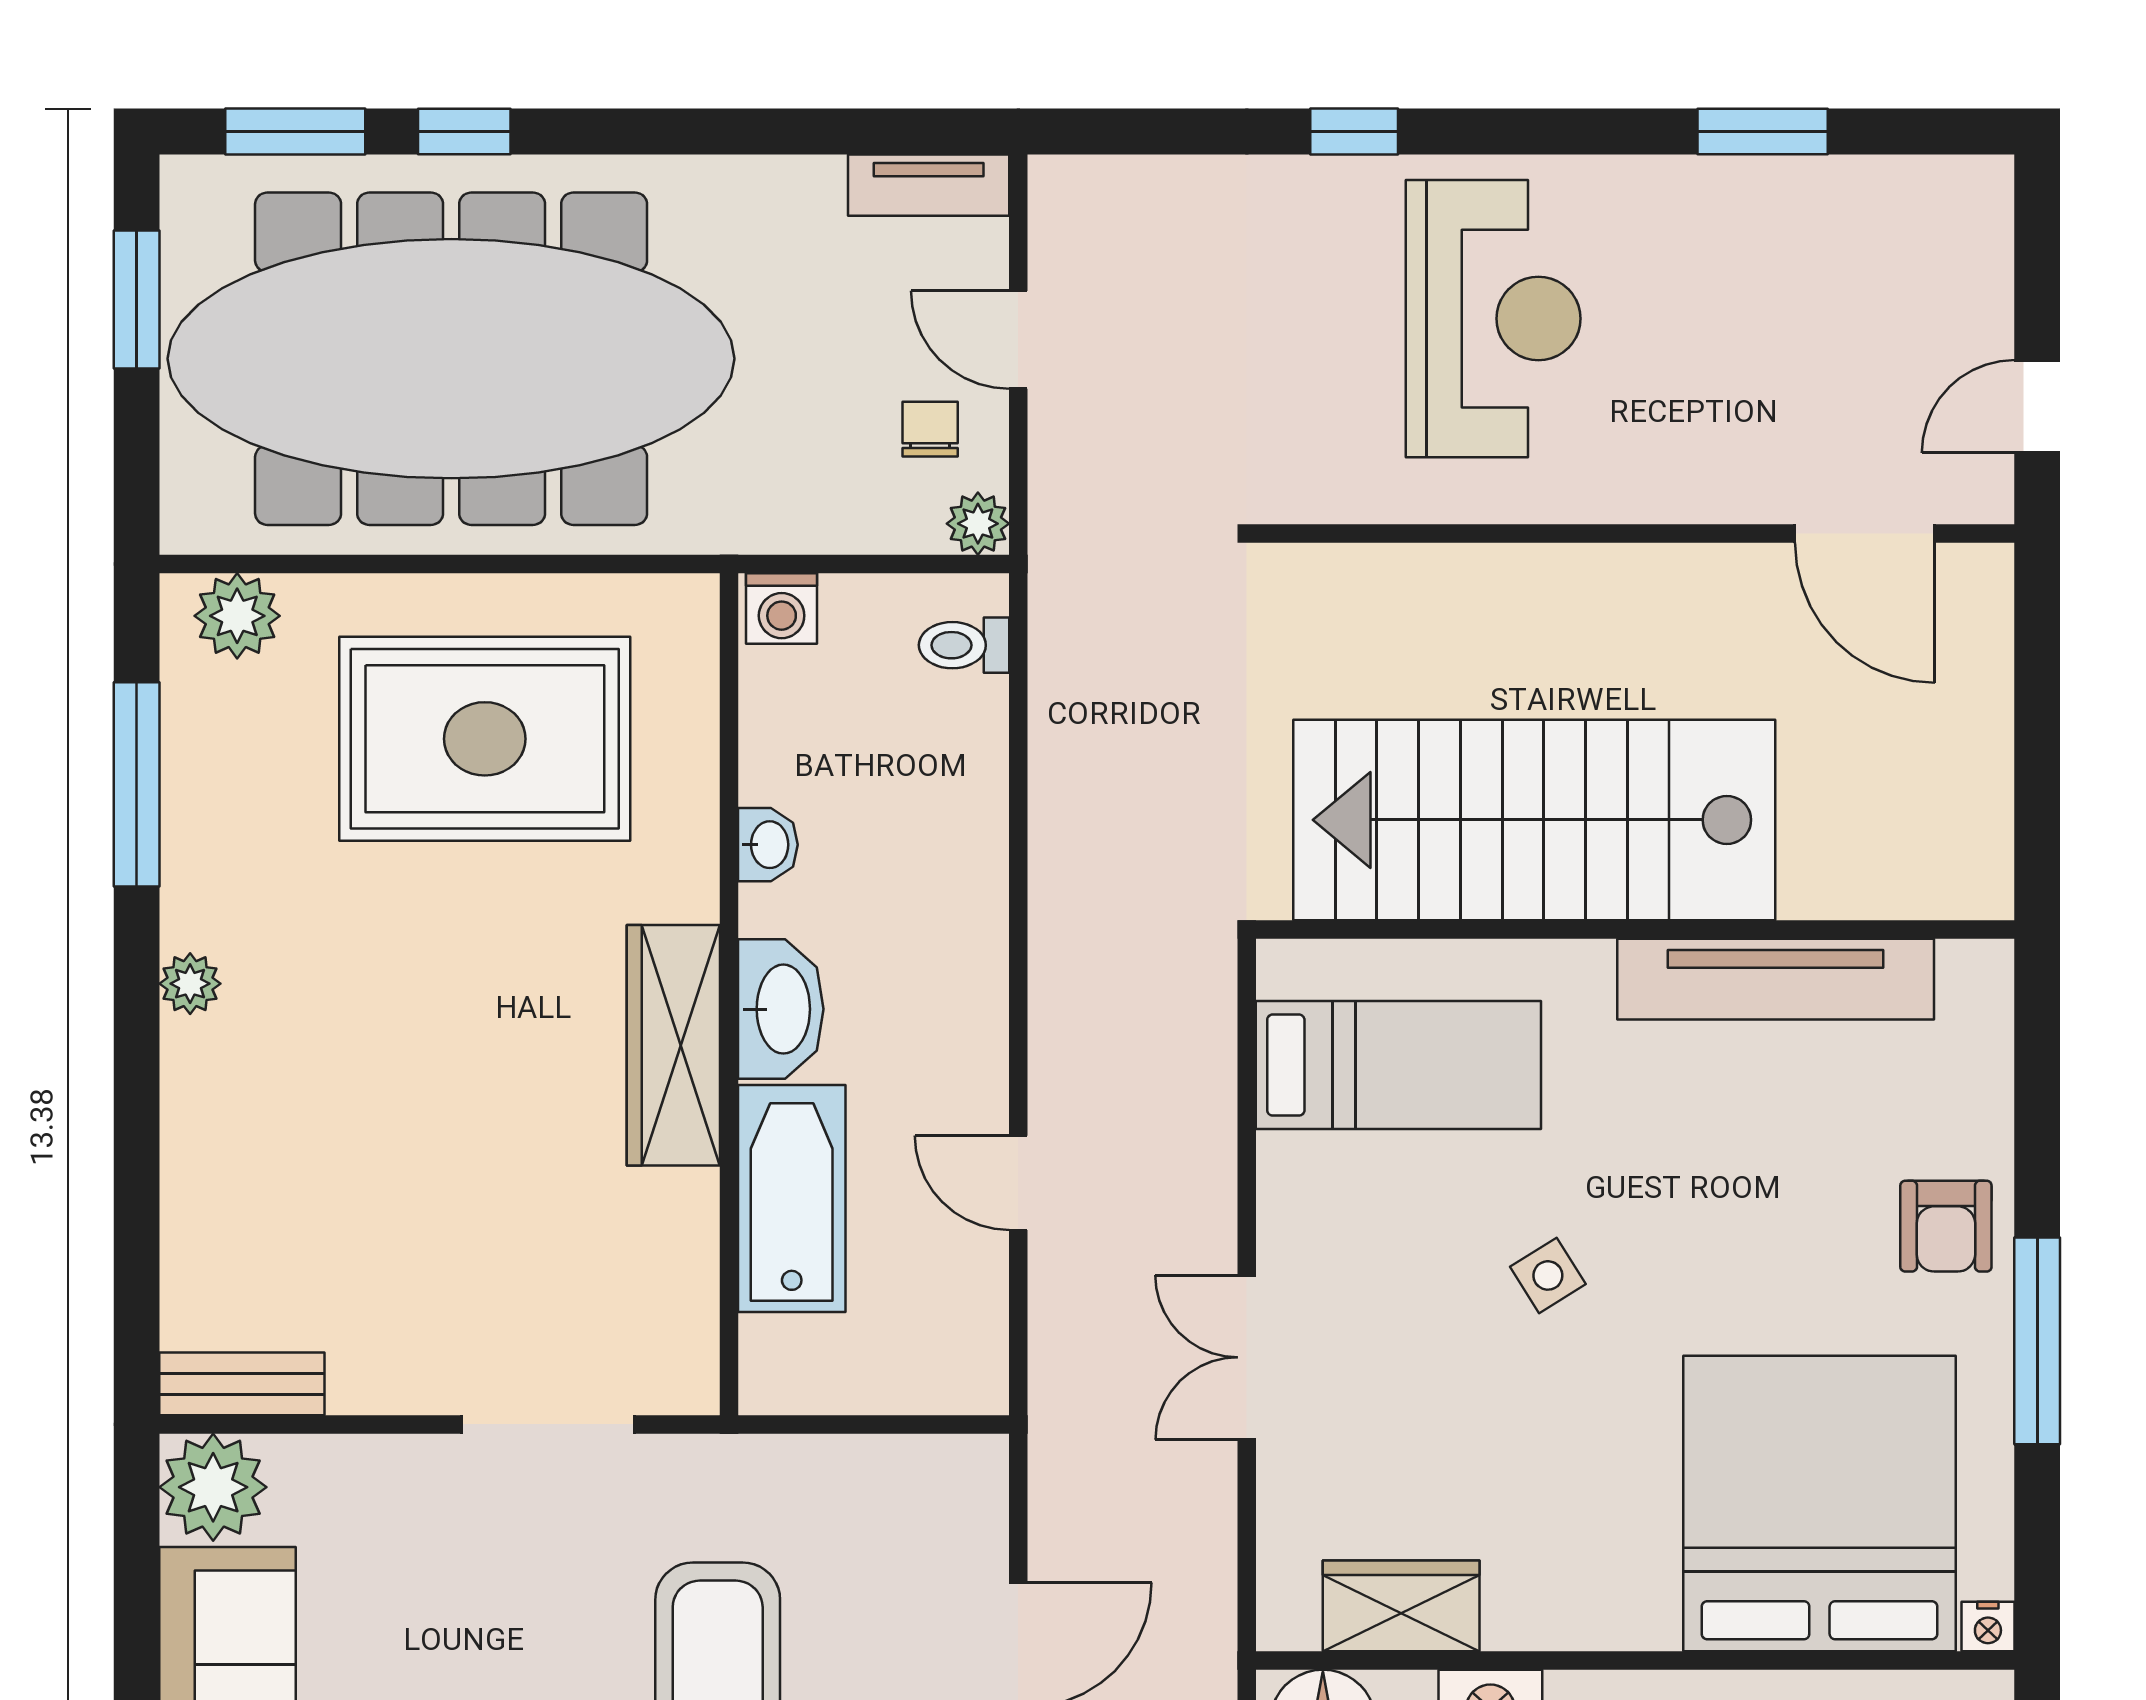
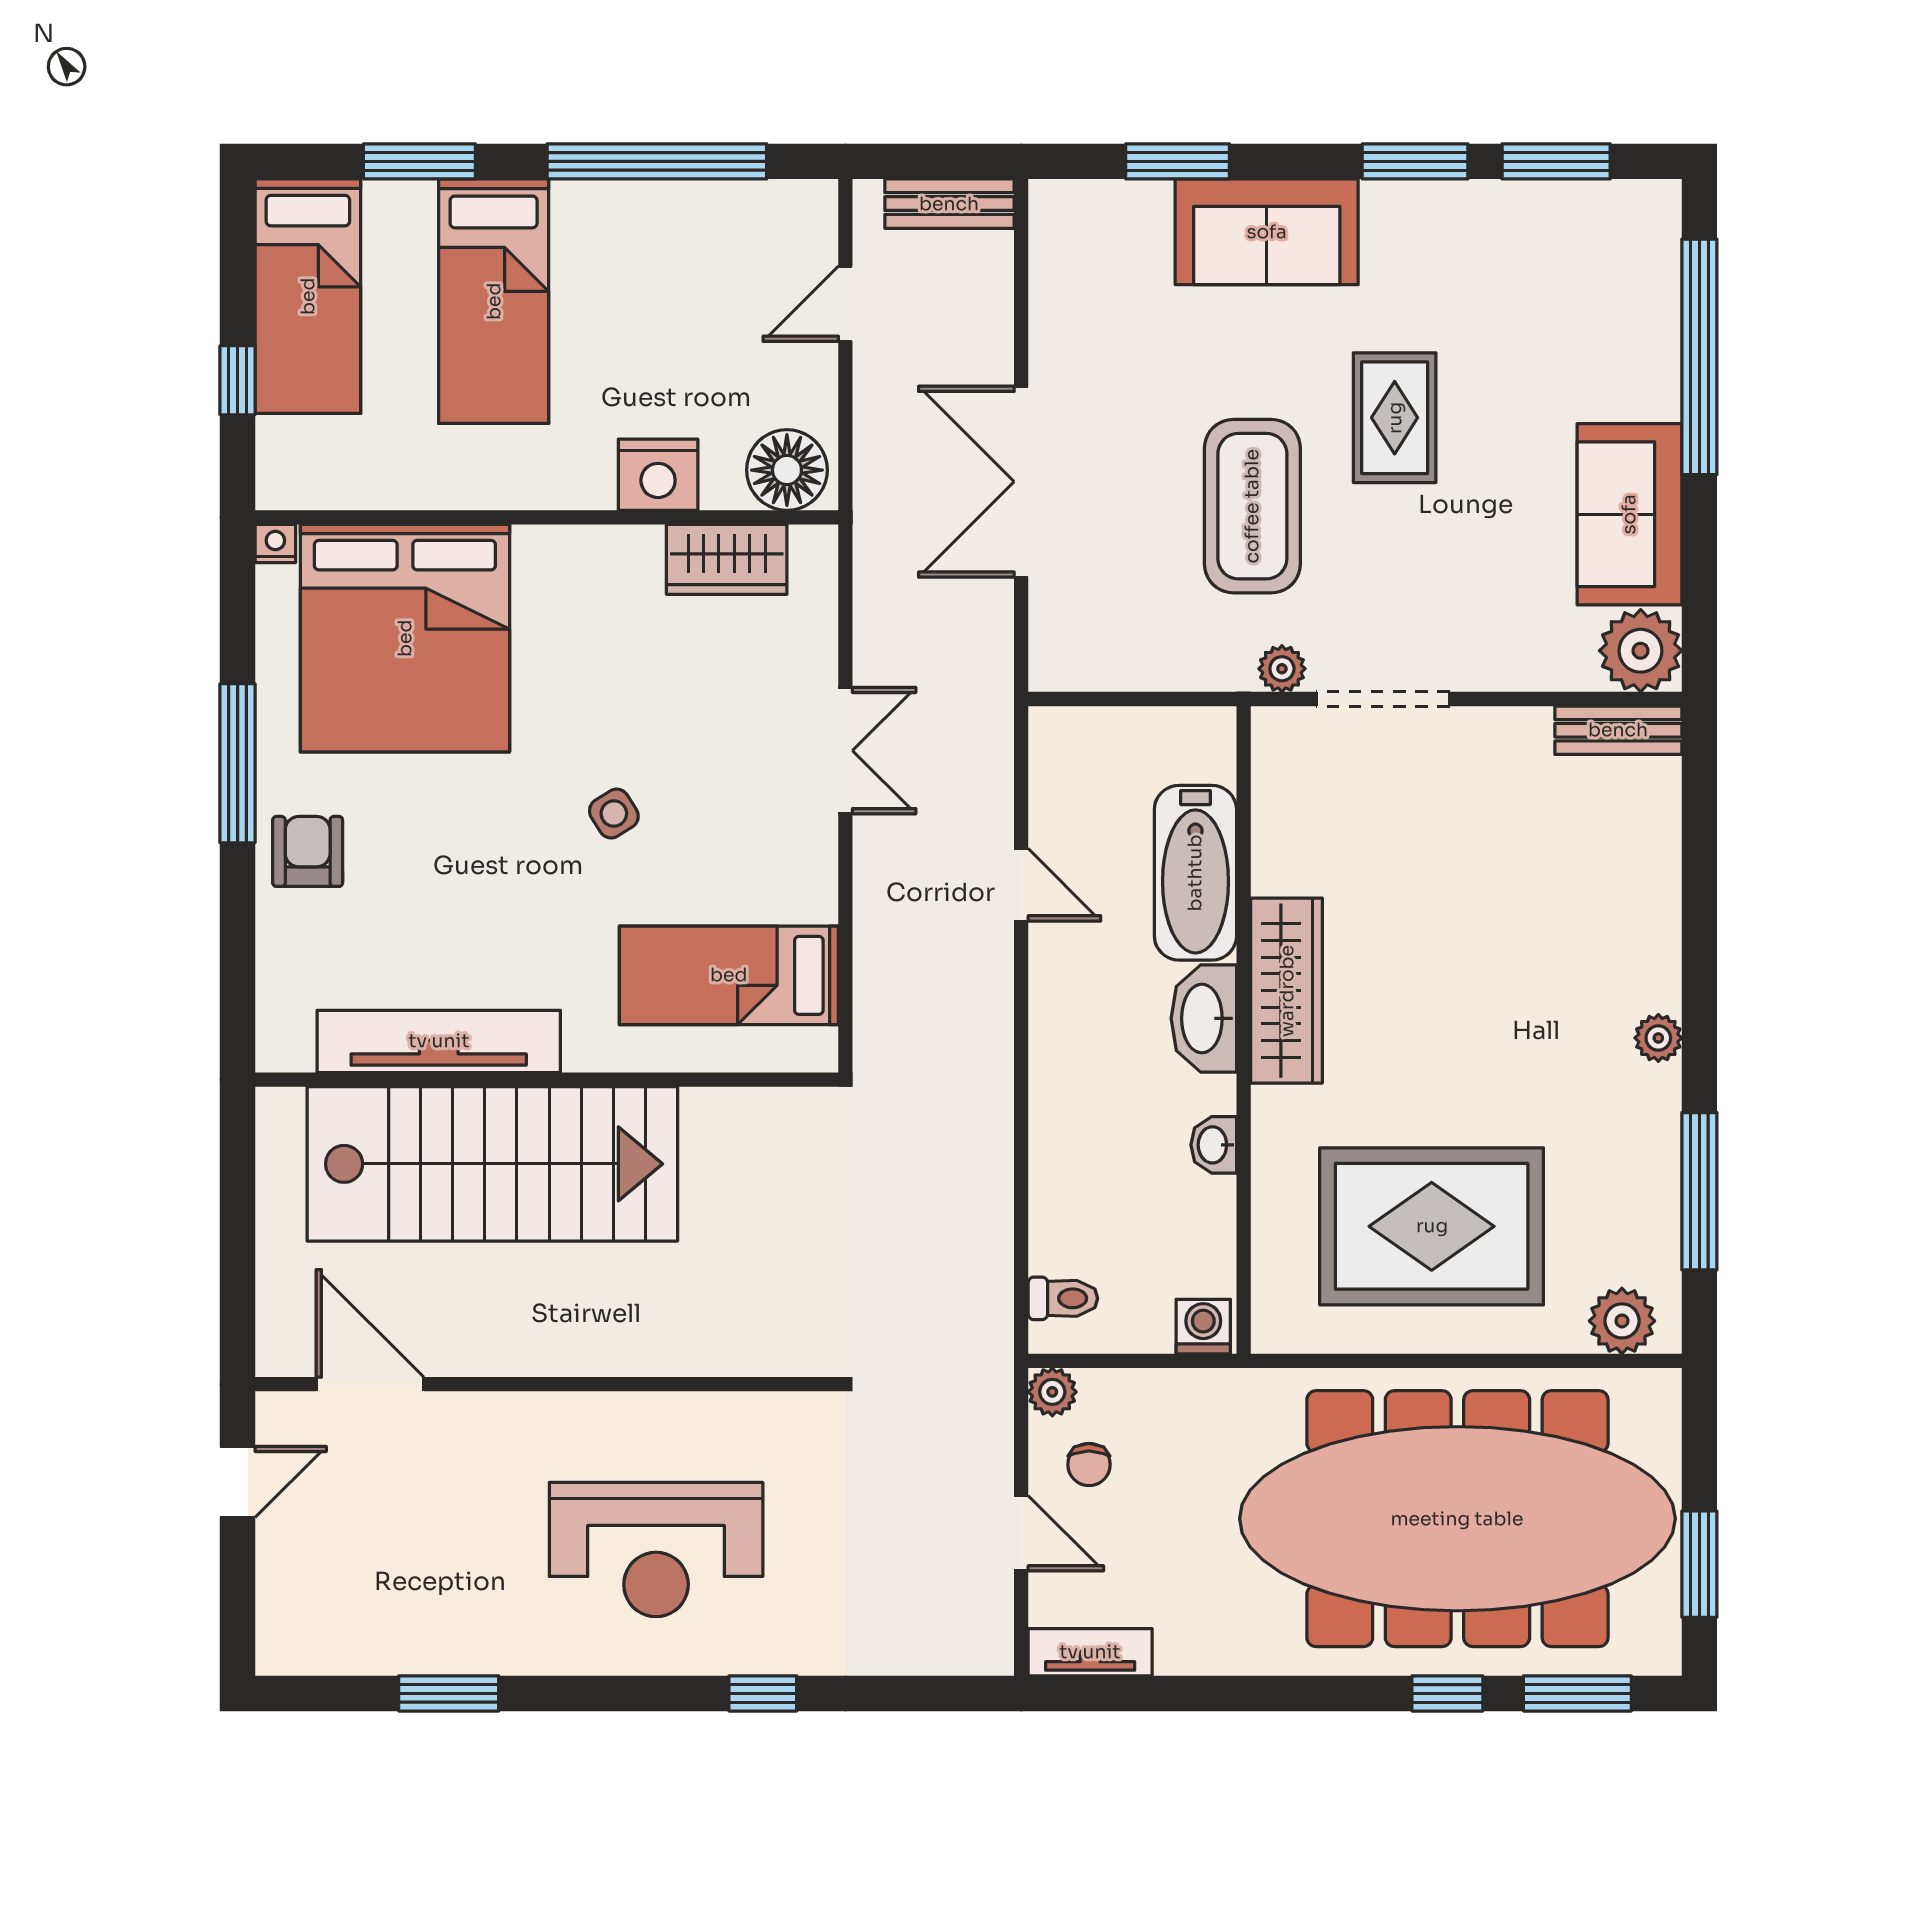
reception desk: (1493, 319) -> (656, 1550), turned -90
stairs: (1534, 820) -> (492, 1164), moved
plant: (679, 1464) -> (1282, 669), added

